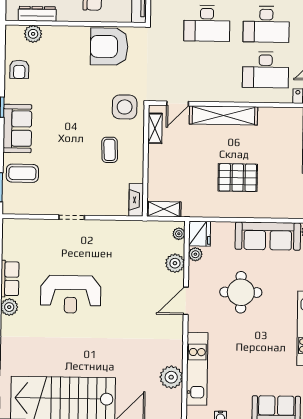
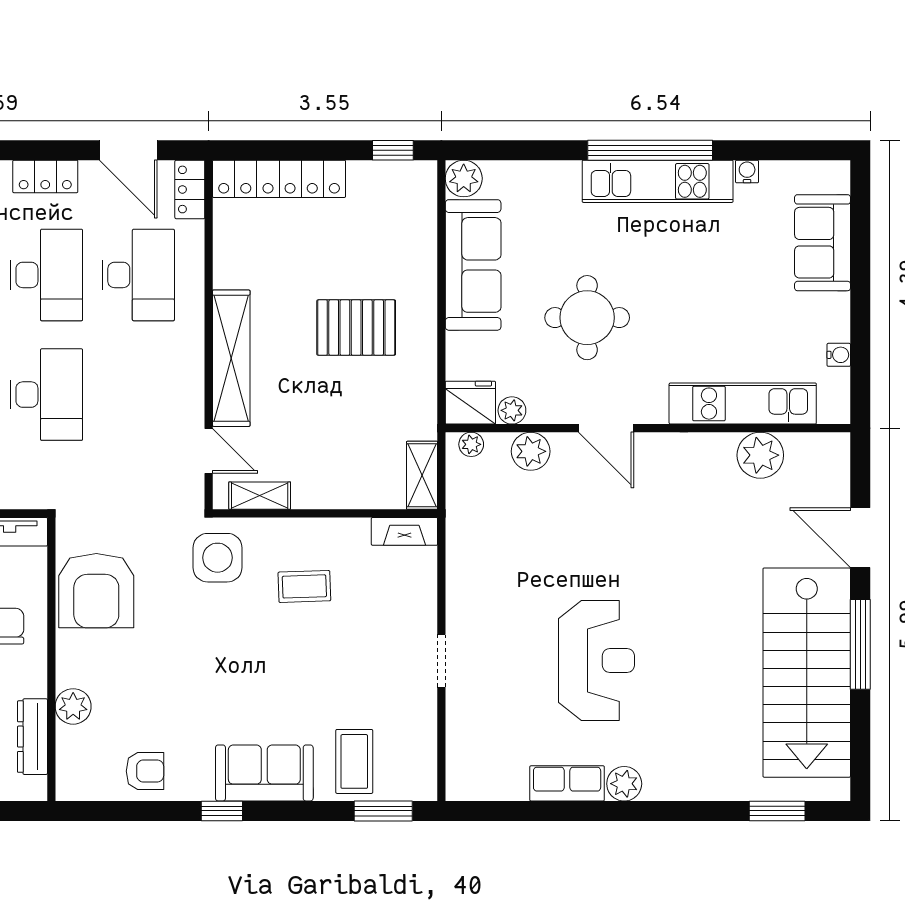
plant: (33, 34) -> (73, 706), moved
pallet: (238, 178) -> (356, 328), turned 90

